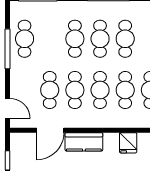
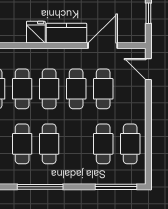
cafe table: (75, 39) -> (103, 144), moved
window: (8, 49) -> (148, 133), removed
fridge: (128, 143) -> (36, 32), moved

